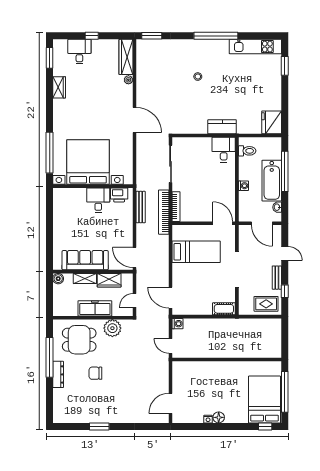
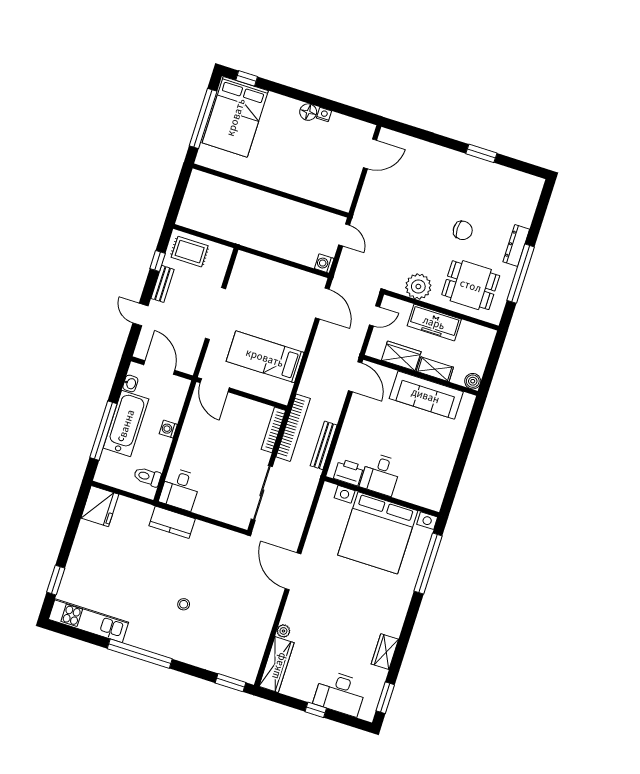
desk: (79, 52) -> (340, 693), width x1.37
cot: (224, 309) -> (252, 263), removed

